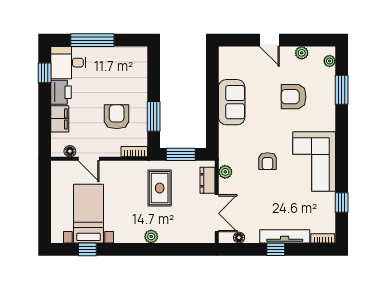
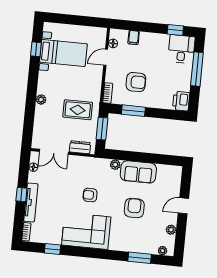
printer: (61, 92) -> (181, 101), moved, turned 90
armchair: (294, 97) -> (134, 208), moved
filing cabinet: (60, 119) -> (134, 38), width x0.50
plant: (225, 172) -> (115, 165), moved

